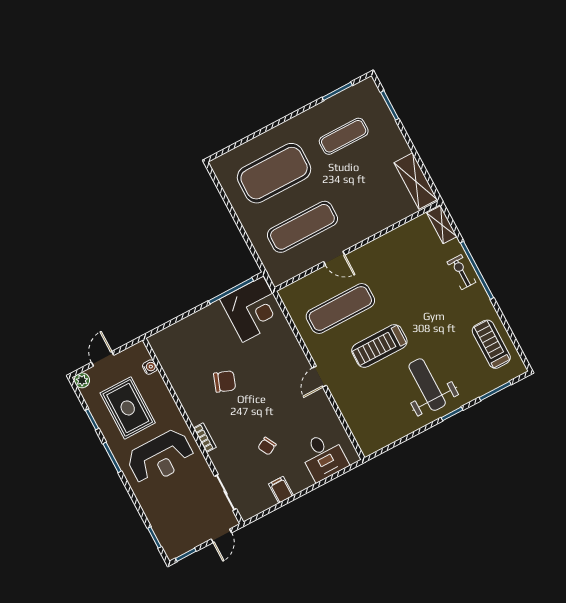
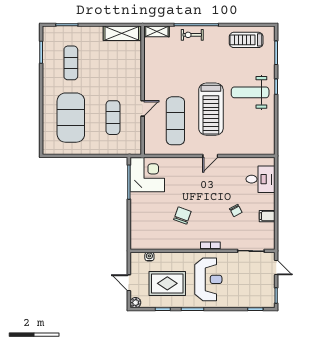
exercise mat: (302, 227) -> (113, 118), width x0.73, depth x0.69
treadmill: (379, 346) -> (211, 109), width x1.37, depth x1.38
door: (319, 377) -> (210, 156), hinge flipped

